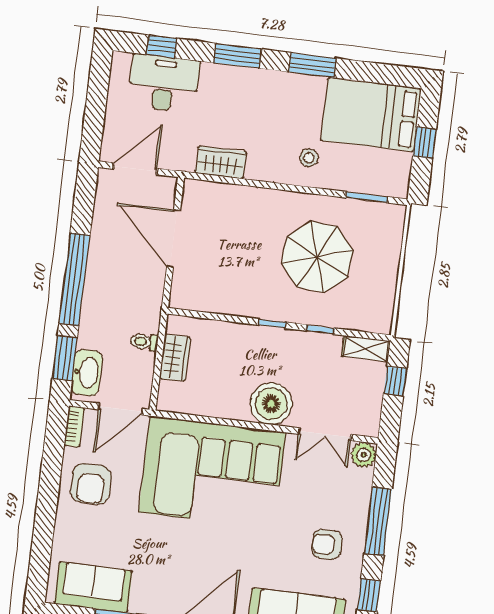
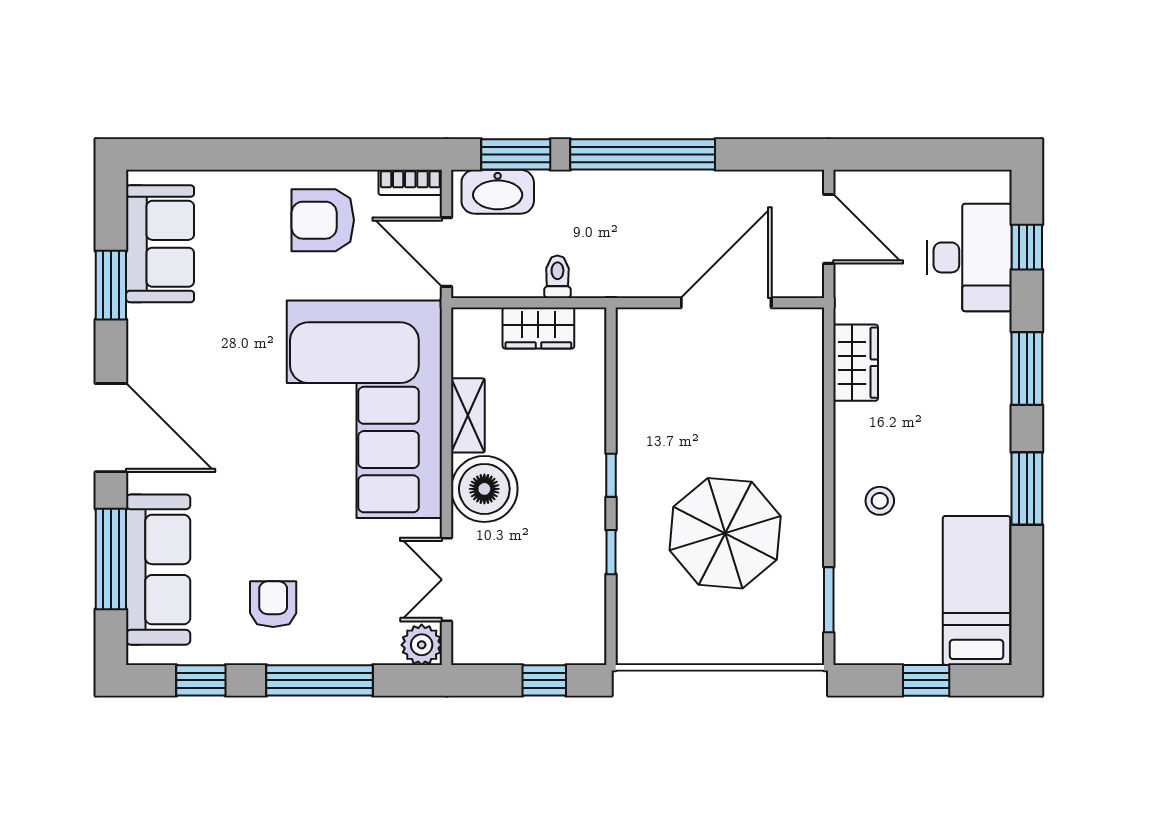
bed: (371, 115) -> (977, 590), width x0.67
shelving: (366, 349) -> (468, 415), moved

